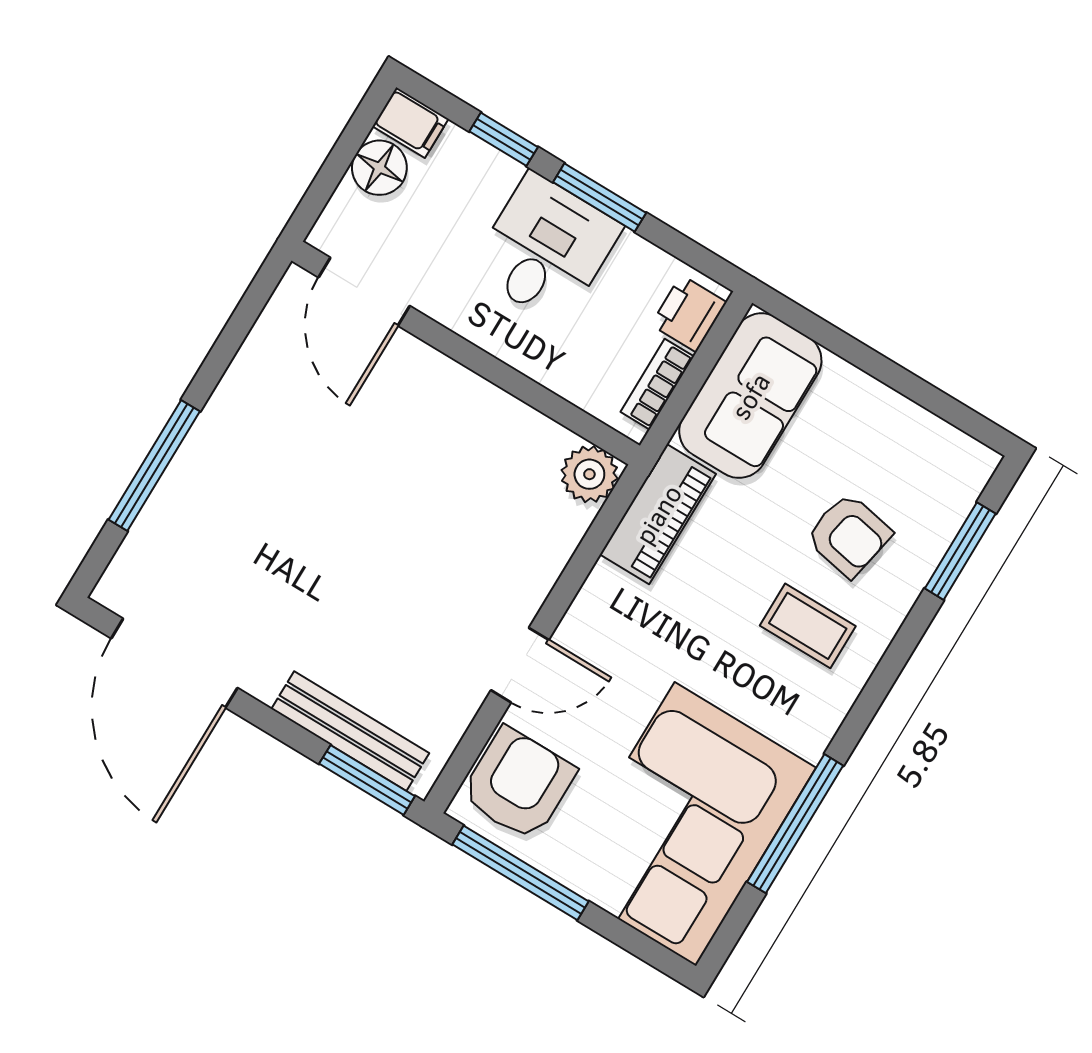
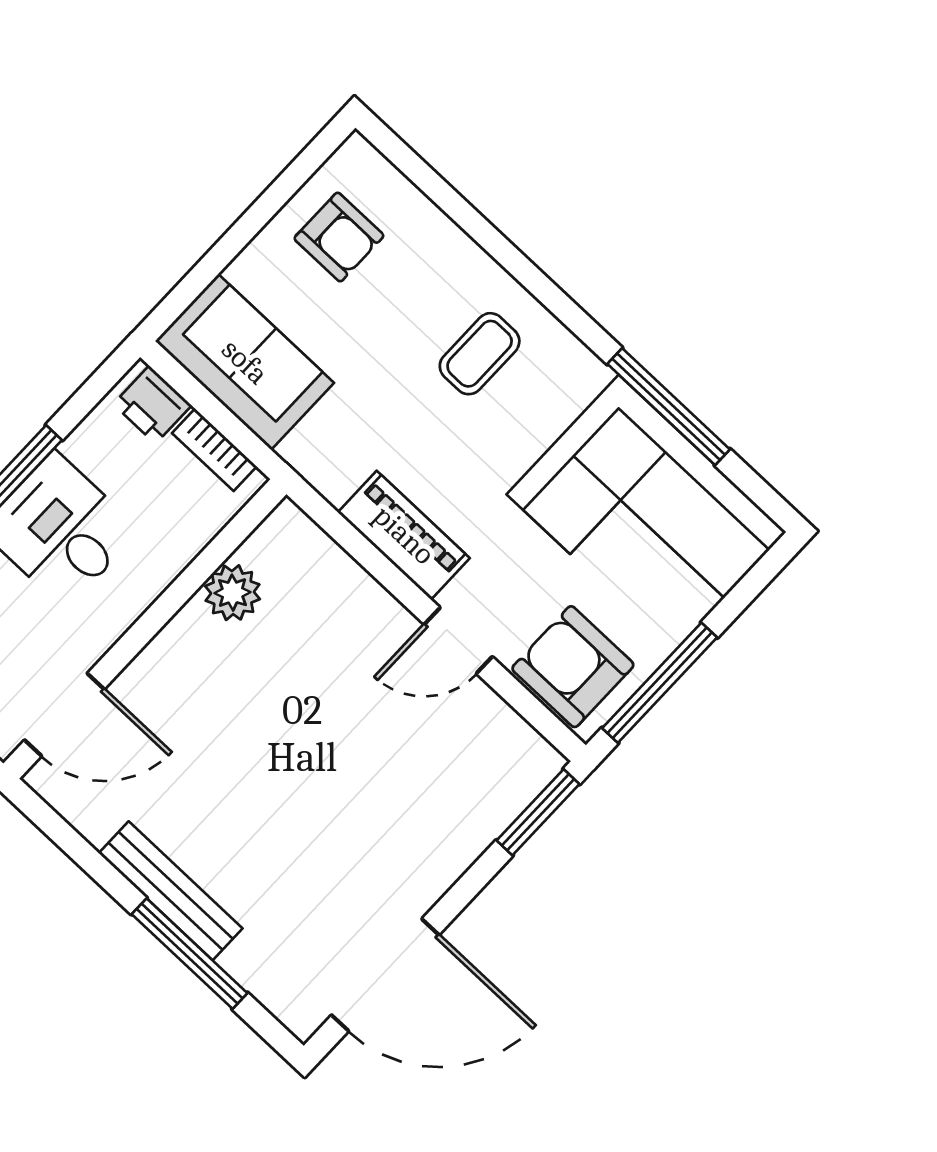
plant: (589, 474) -> (233, 593), moved
piano: (658, 514) -> (404, 535), moved
armchair: (849, 535) -> (339, 237), moved, turned 79
window: (960, 551) -> (438, 191), removed
door: (520, 665) -> (458, 641), swing flipped
bench: (350, 731) -> (171, 891), moved, turned 90

